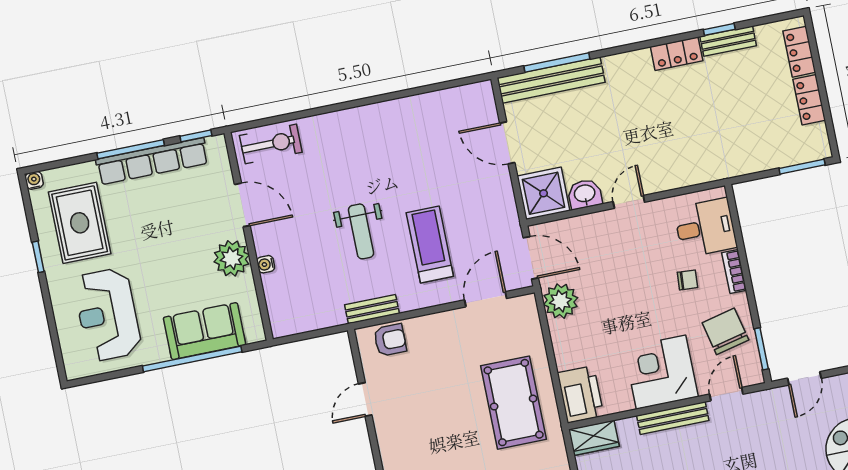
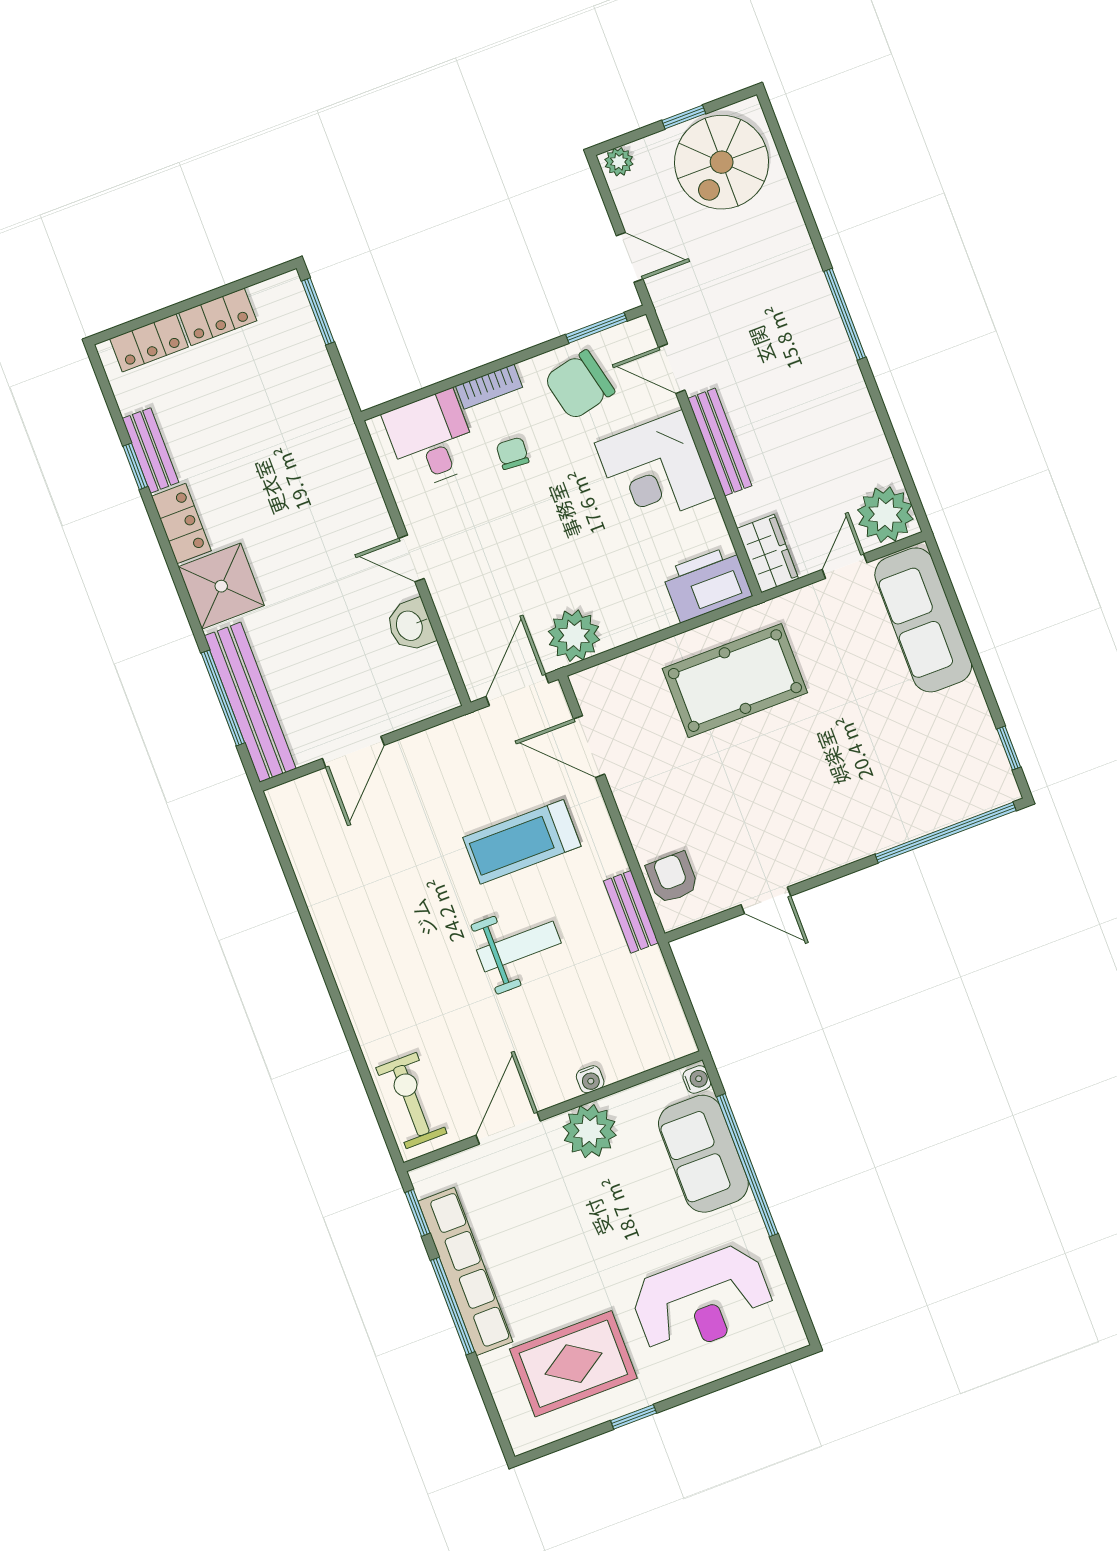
water cooler: (34, 180) -> (697, 1079), moved, turned 180
shower: (544, 193) -> (221, 586), moved

